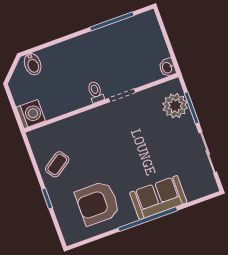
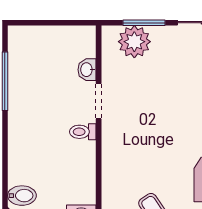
washbasin: (167, 68) -> (87, 70), moved, turned 90

